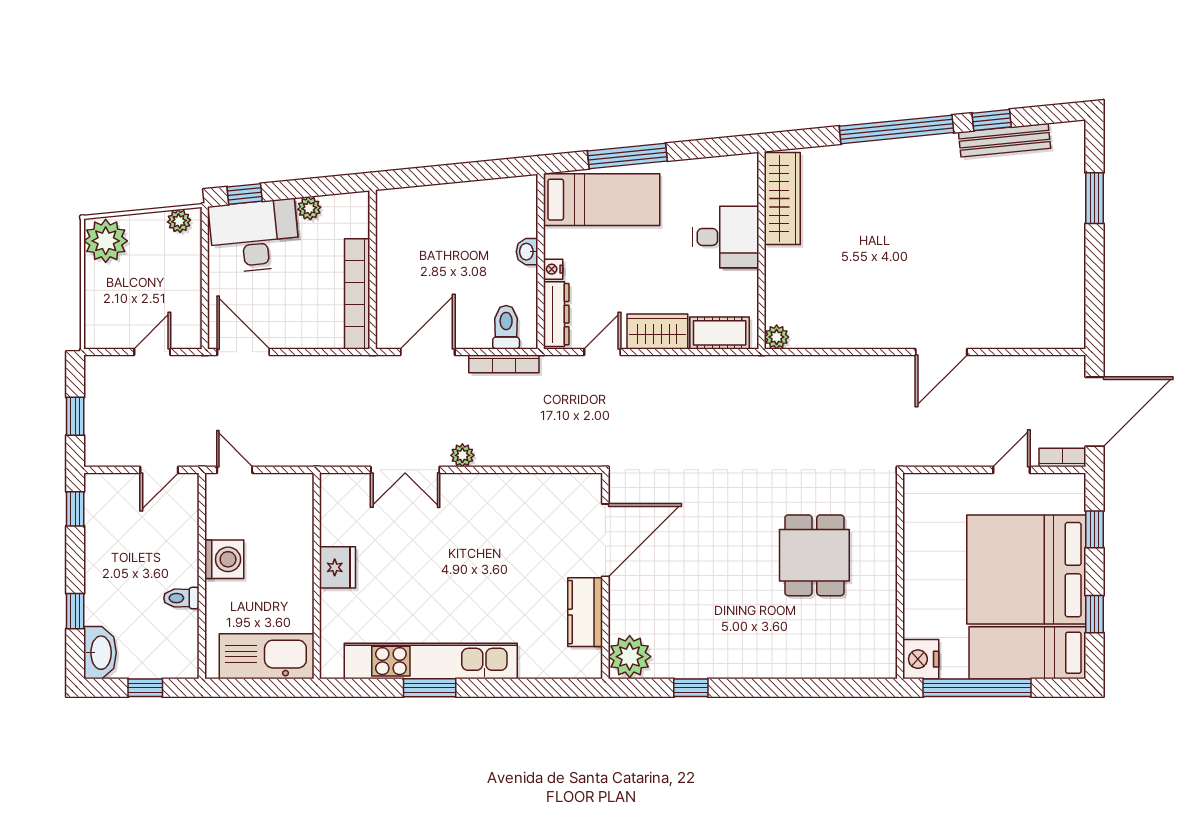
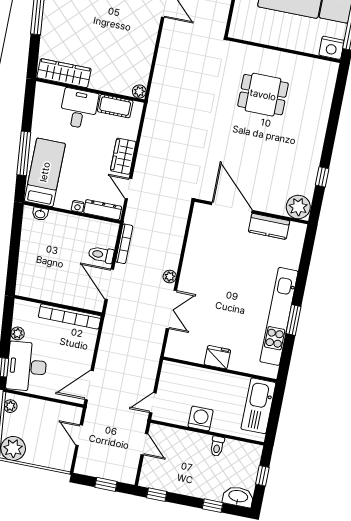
washbasin: (527, 252) -> (40, 214), moved
toilet: (506, 327) -> (101, 255), moved
cot: (720, 333) -> (115, 106), moved, turned 90

